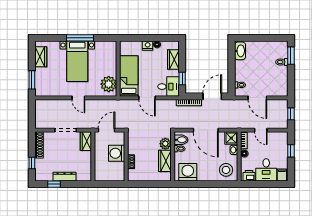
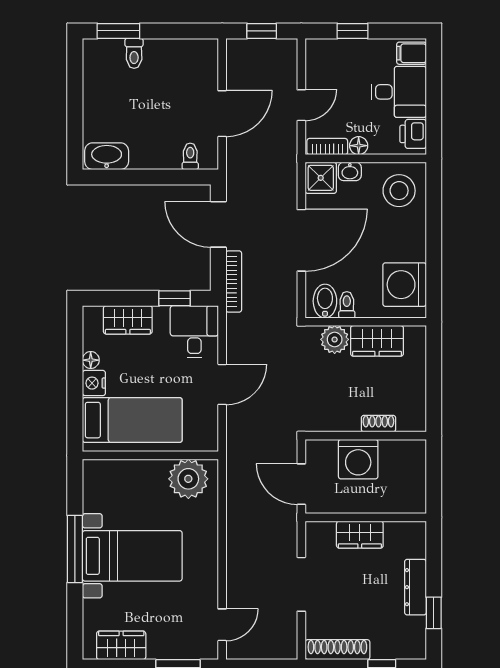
bed: (129, 76) -> (132, 420), moved, turned 180
door: (78, 98) -> (222, 625), moved
wardrobe: (86, 141) -> (360, 535), moved

